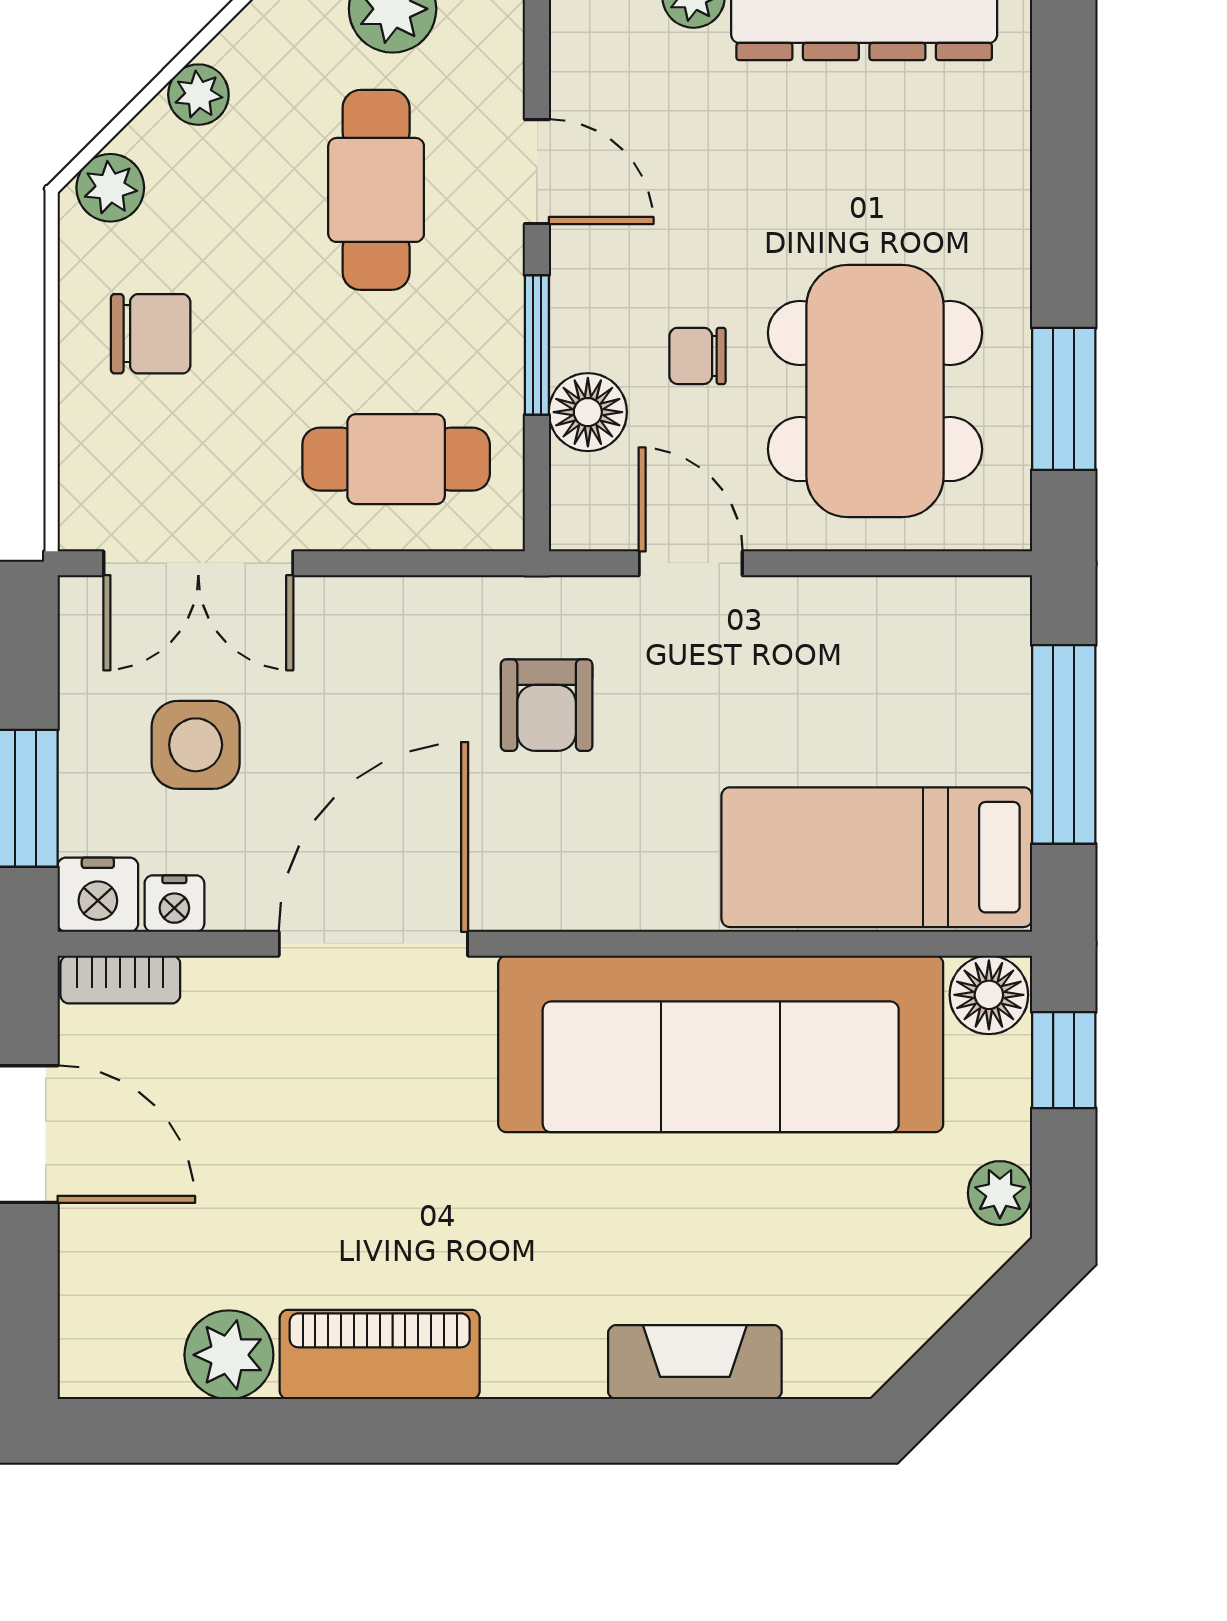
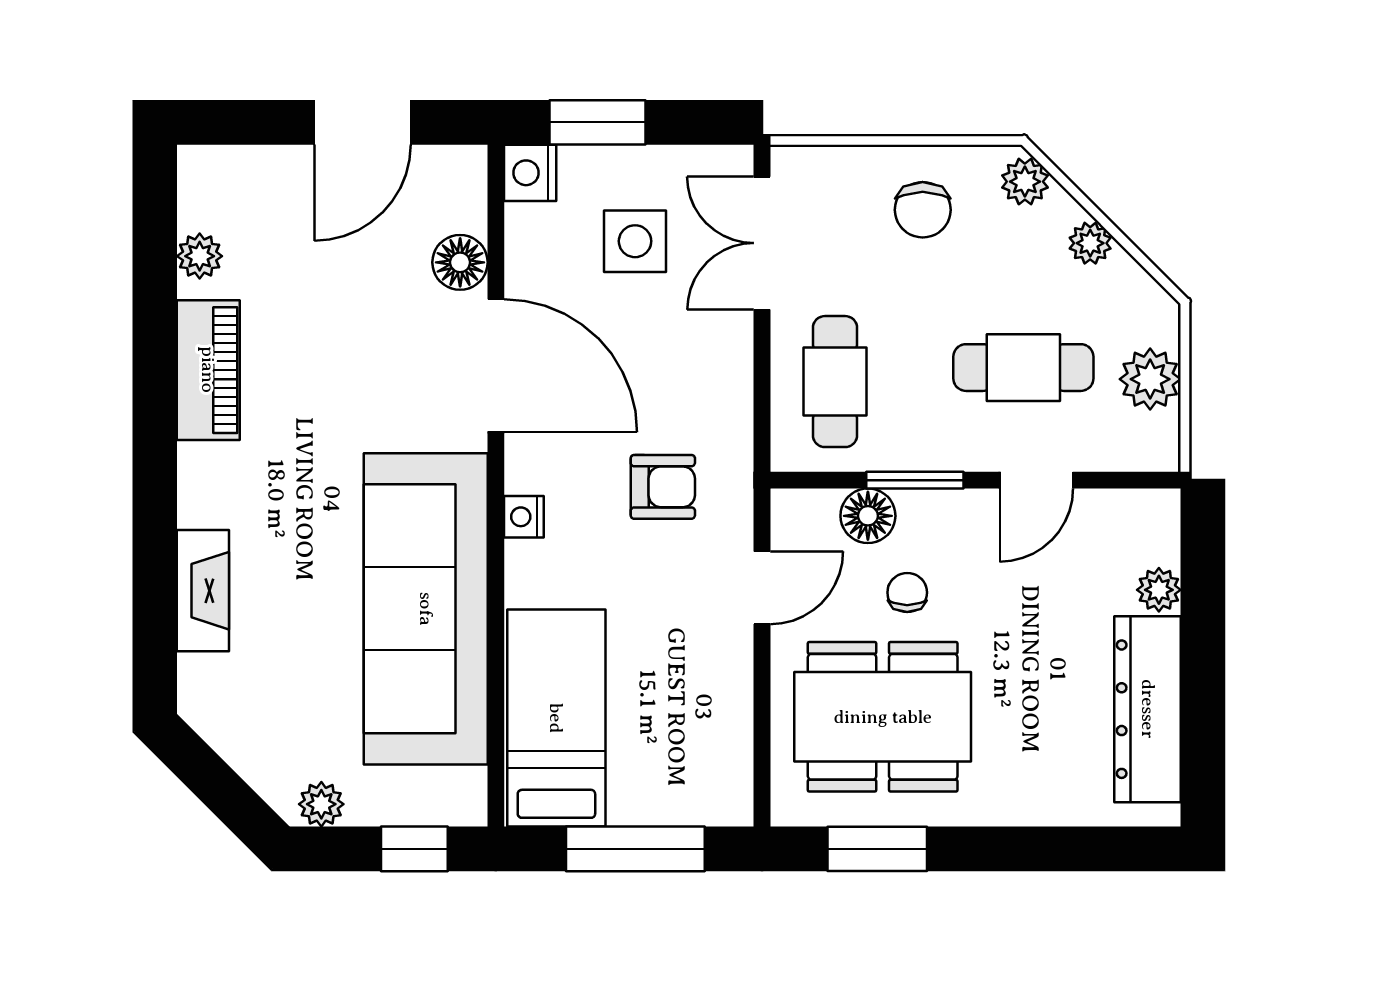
armchair: (547, 705) -> (663, 487), turned 180
nightstand: (174, 904) -> (524, 517), moved
bookcase: (120, 979) -> (471, 189), removed
floor lamp: (989, 995) -> (460, 262), moved
plant: (229, 1355) -> (200, 256), width x0.73, depth x0.73

